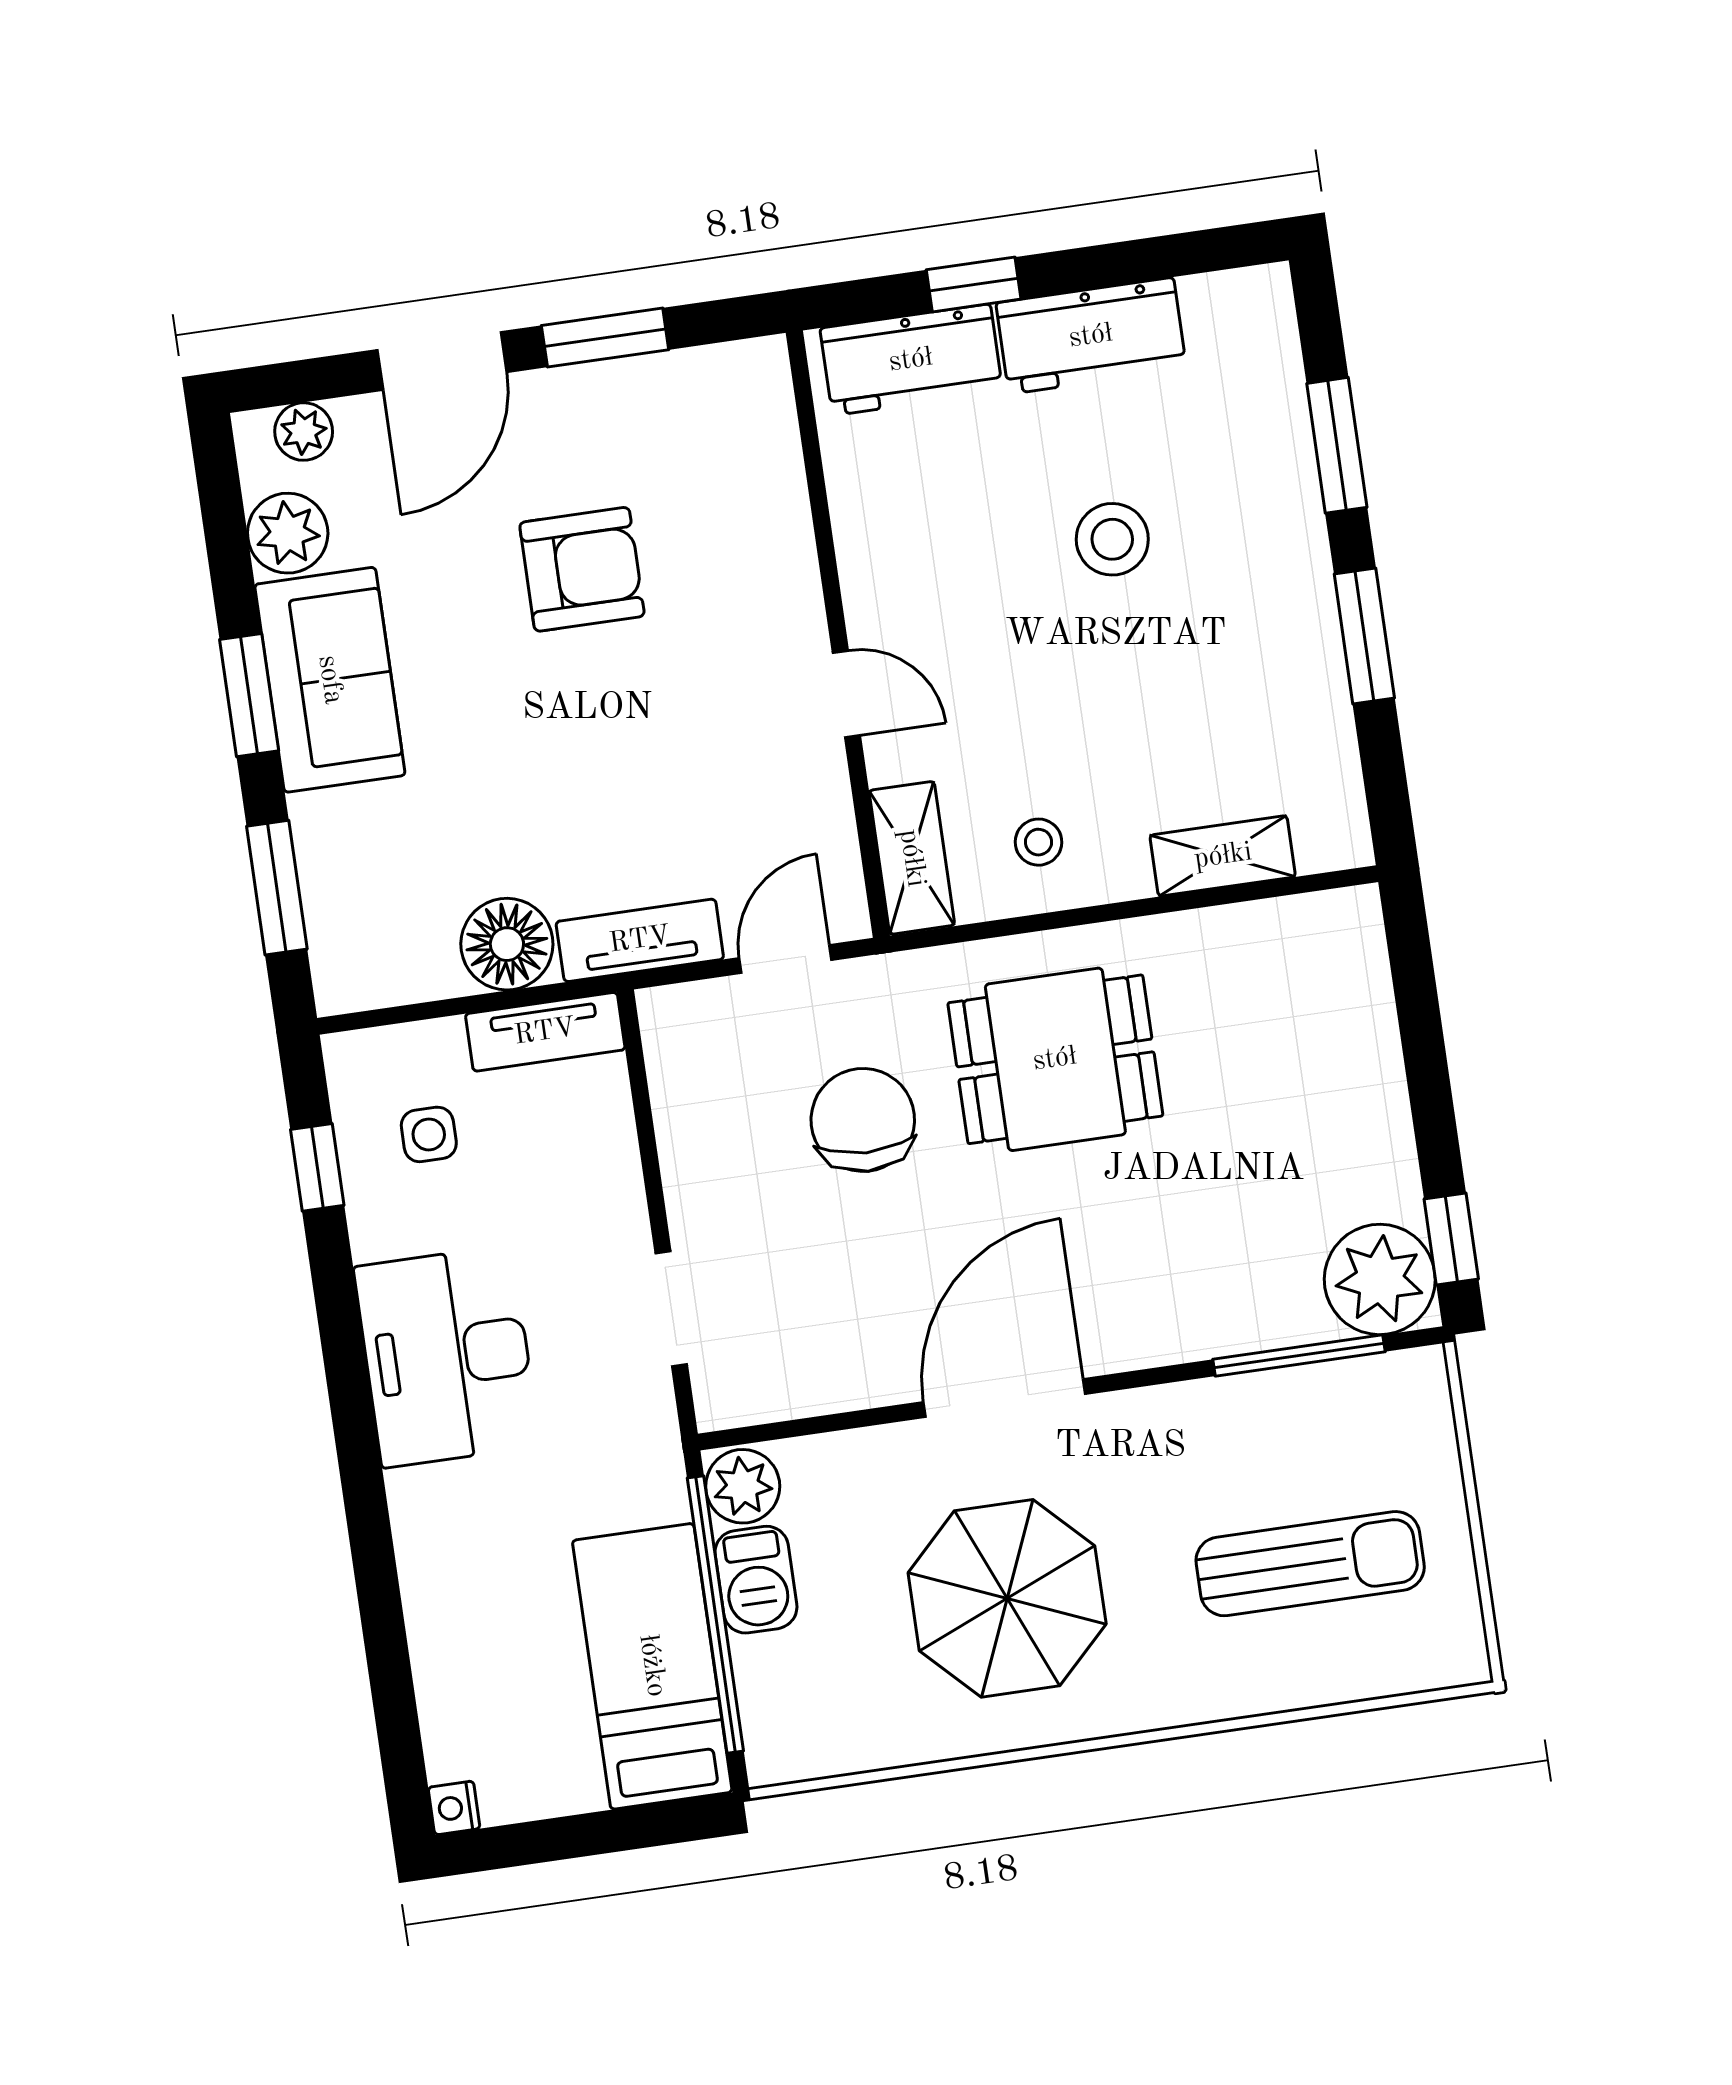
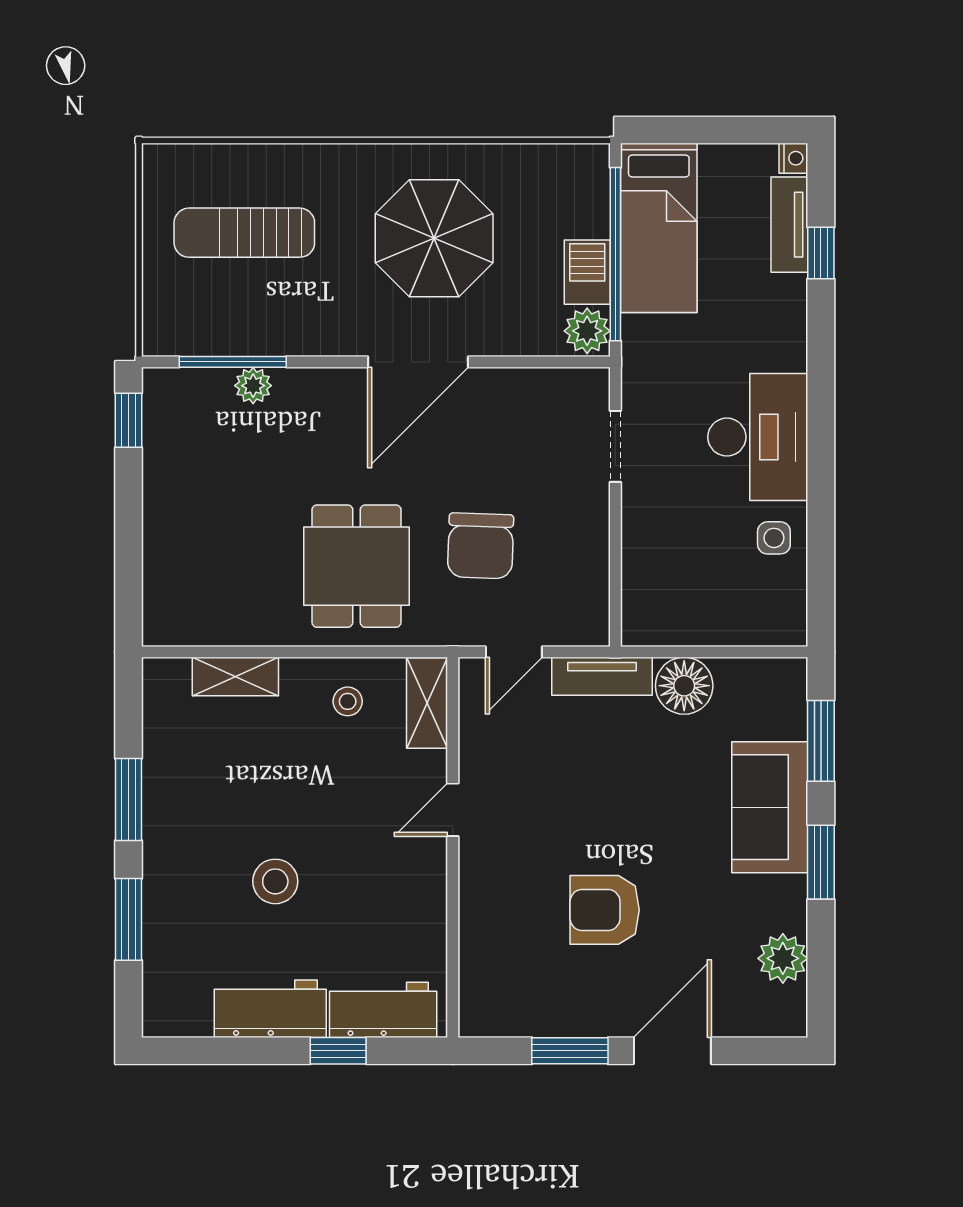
plant: (304, 432) -> (764, 1020), removed
sofa: (330, 680) -> (770, 807), moved
door: (846, 694) -> (453, 810), hinge flipped
tv unit: (545, 1032) -> (789, 225), moved, turned -90
dining table: (1055, 1059) -> (356, 566), turned 90
side table: (429, 1134) -> (774, 538), moved
window: (317, 1167) -> (821, 253), moved
plant: (1380, 1279) -> (253, 386), moved, width x0.53, depth x0.53

